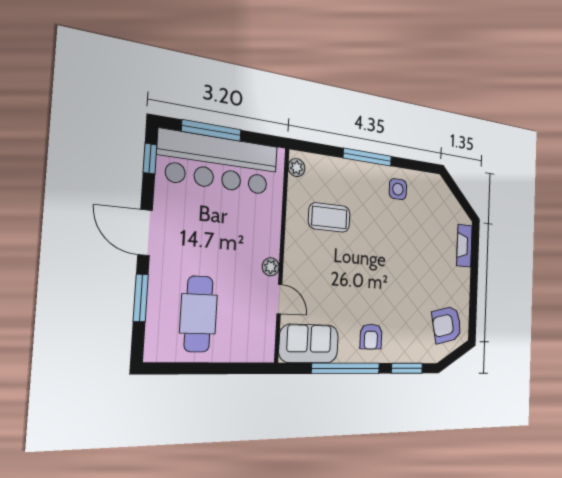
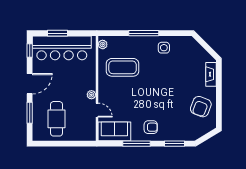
window: (212, 130) -> (58, 33), width x0.69
coffee table: (329, 217) -> (123, 67), width x1.36, depth x1.32
door: (145, 232) -> (30, 84), swing flipped
armchair: (447, 325) -> (201, 107), moved, turned -56
armchair: (371, 337) -> (151, 127), turned -90
window: (346, 368) -> (137, 144), width x0.68

